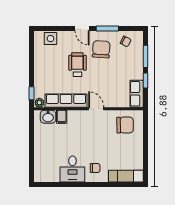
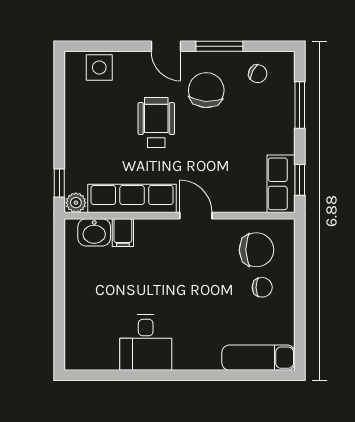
window: (146, 80) -> (300, 180), moved
chair: (95, 168) -> (262, 287), moved

